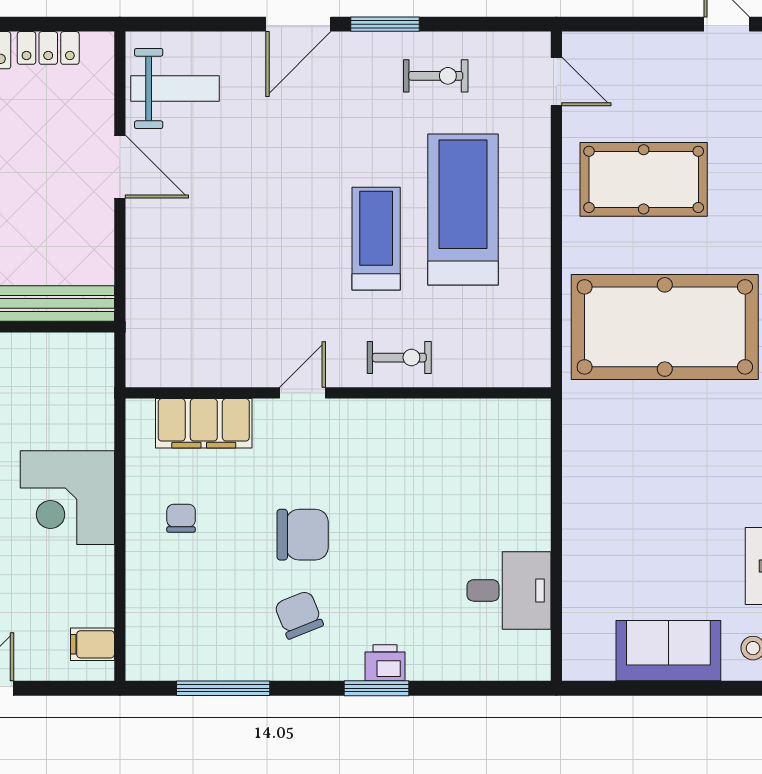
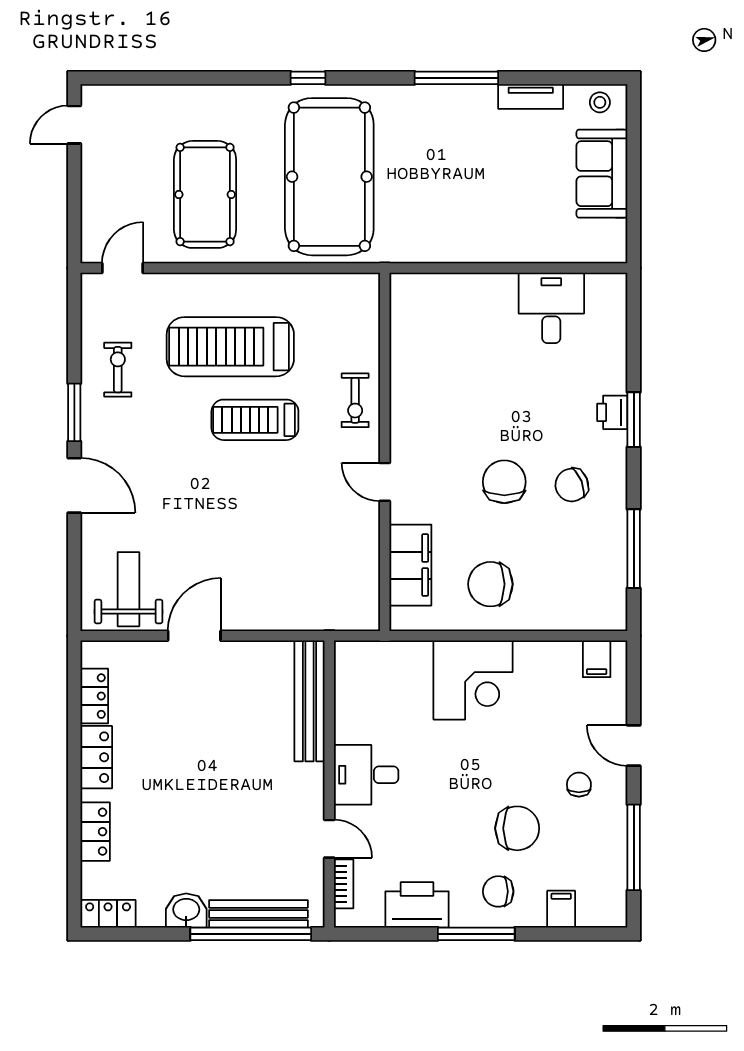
exercise bike: (399, 358) -> (355, 400), turned 180
chair: (181, 518) -> (490, 584), width x1.87, depth x1.87

